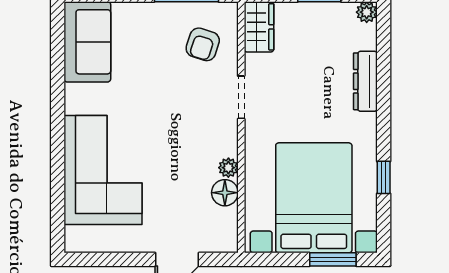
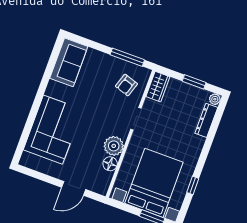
dresser: (365, 81) -> (206, 120), moved
plant: (228, 168) -> (114, 146), width x1.88, depth x1.88

